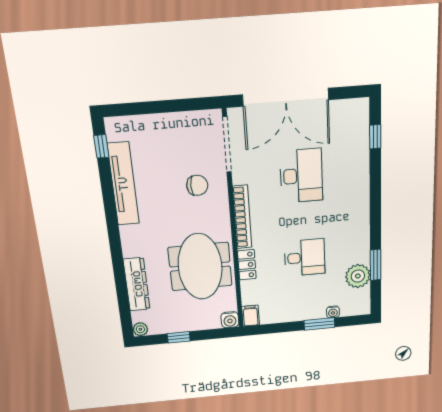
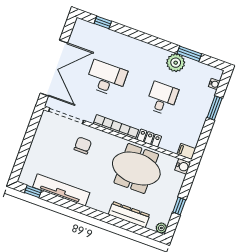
plant: (358, 276) -> (176, 63), moved
water cooler: (333, 312) -> (214, 84), moved

